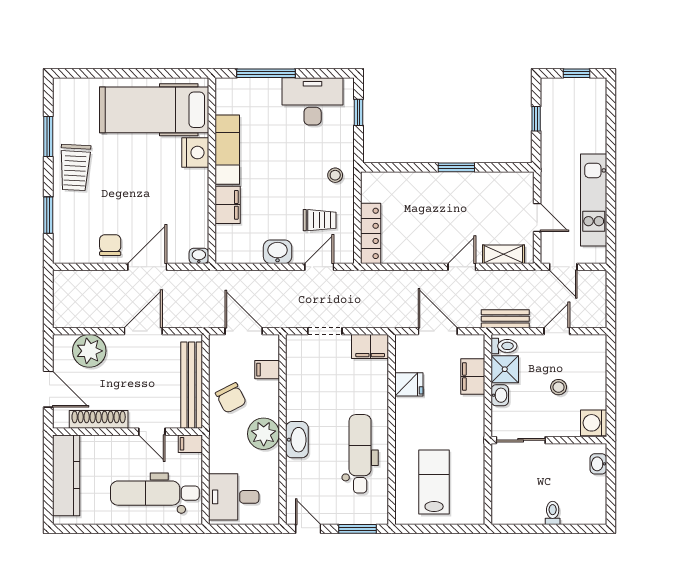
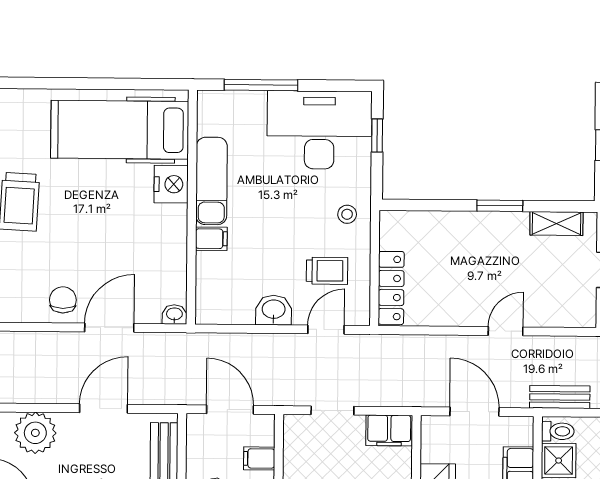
desk: (313, 101) -> (319, 130), width x1.36, depth x1.30
filing cabinet: (228, 205) -> (211, 239), width x0.50
shelving: (503, 254) -> (556, 223), moved

